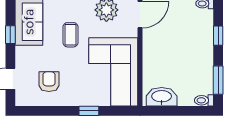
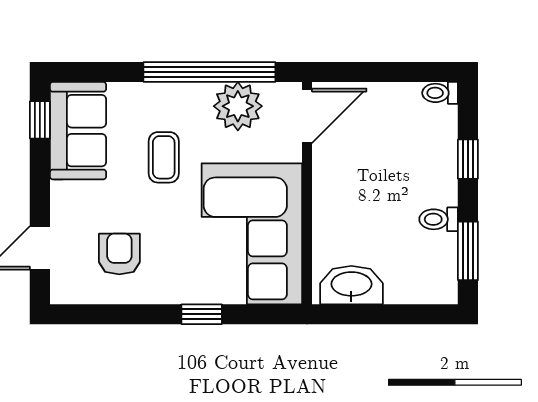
window: (10, 35) -> (40, 120), moved
toilet: (204, 100) -> (439, 219), moved

